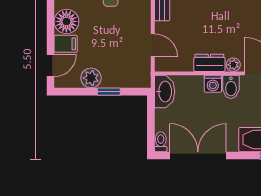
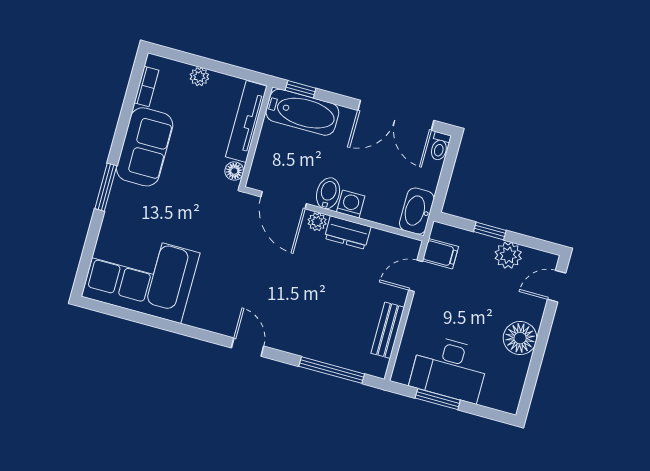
filing cabinet: (66, 44) -> (440, 254), moved, turned 180
door: (153, 45) -> (416, 276), hinge flipped

